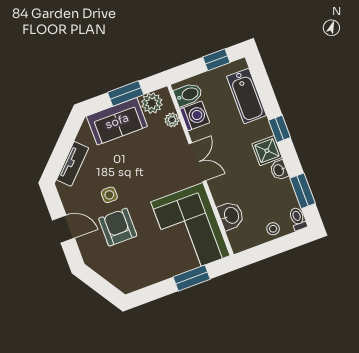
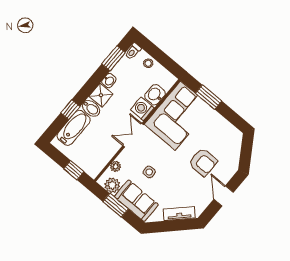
window: (216, 60) -> (74, 170), moved
bidet: (188, 95) -> (91, 108), moved, turned 180
washing machine: (195, 116) -> (142, 109), moved
window: (280, 129) -> (70, 110), moved
side table: (109, 195) -> (149, 172), moved
armchair: (118, 227) -> (203, 162), turned -90

